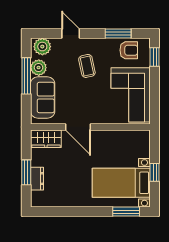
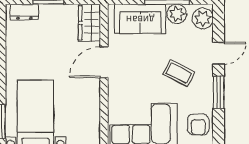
window: (118, 34) -> (219, 92), moved
coffee table: (87, 66) -> (179, 73), turned 39
dresser: (37, 179) -> (24, 12), moved

